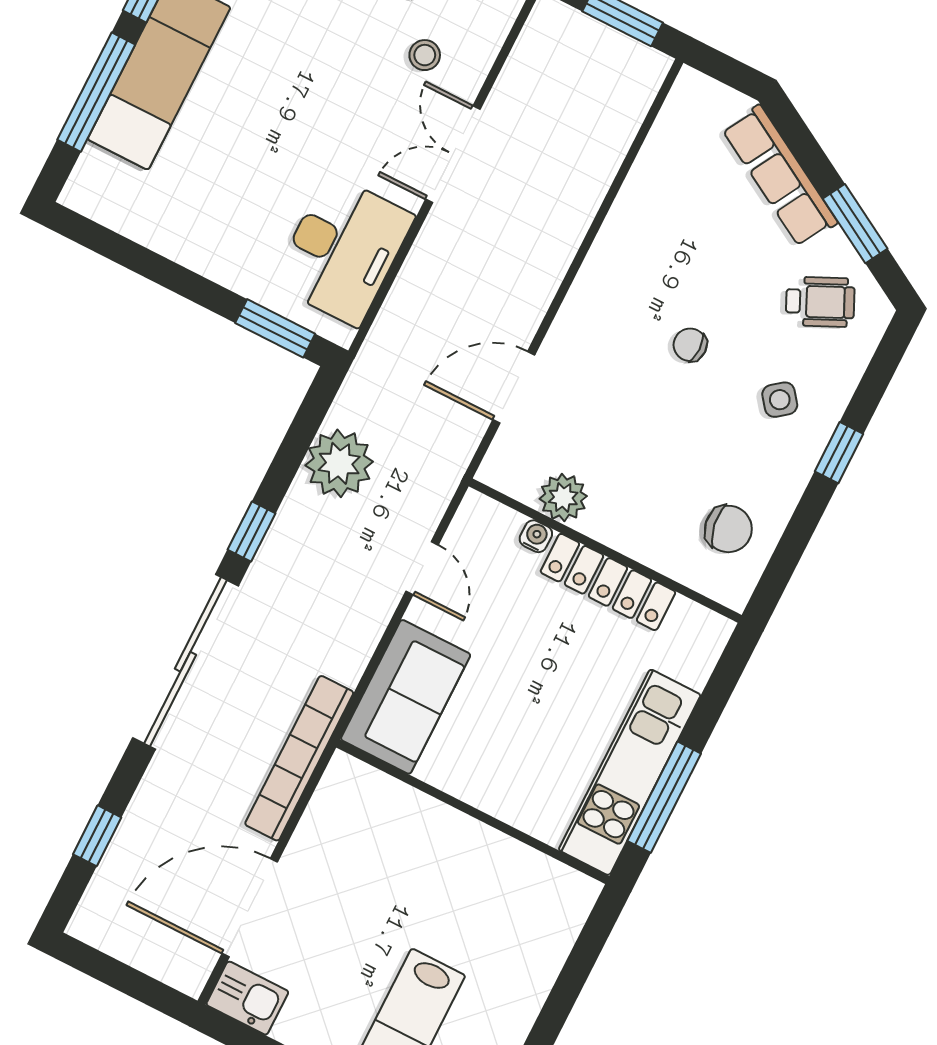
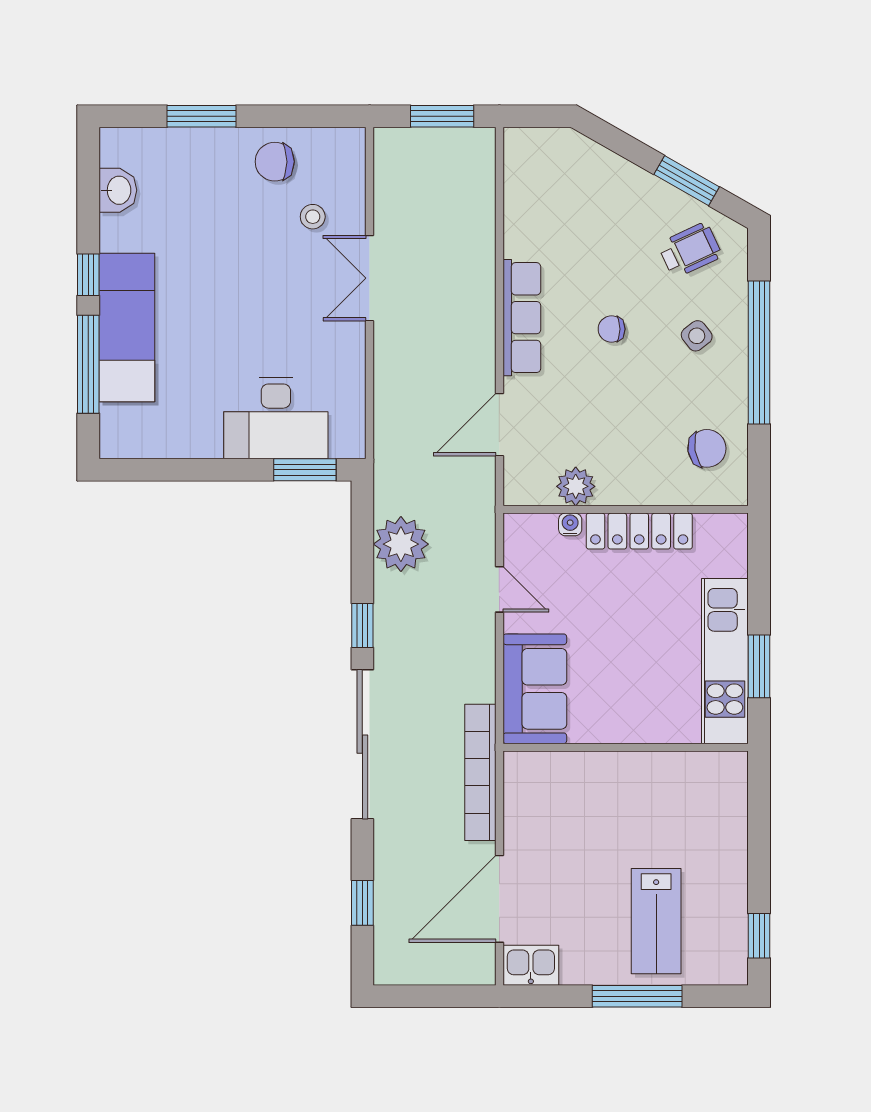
row of seats: (780, 176) -> (522, 318), moved, turned -120
desk: (343, 250) -> (276, 418), moved, turned 90
window: (839, 453) -> (759, 352), width x3.17
window: (664, 797) -> (759, 666), width x0.69

